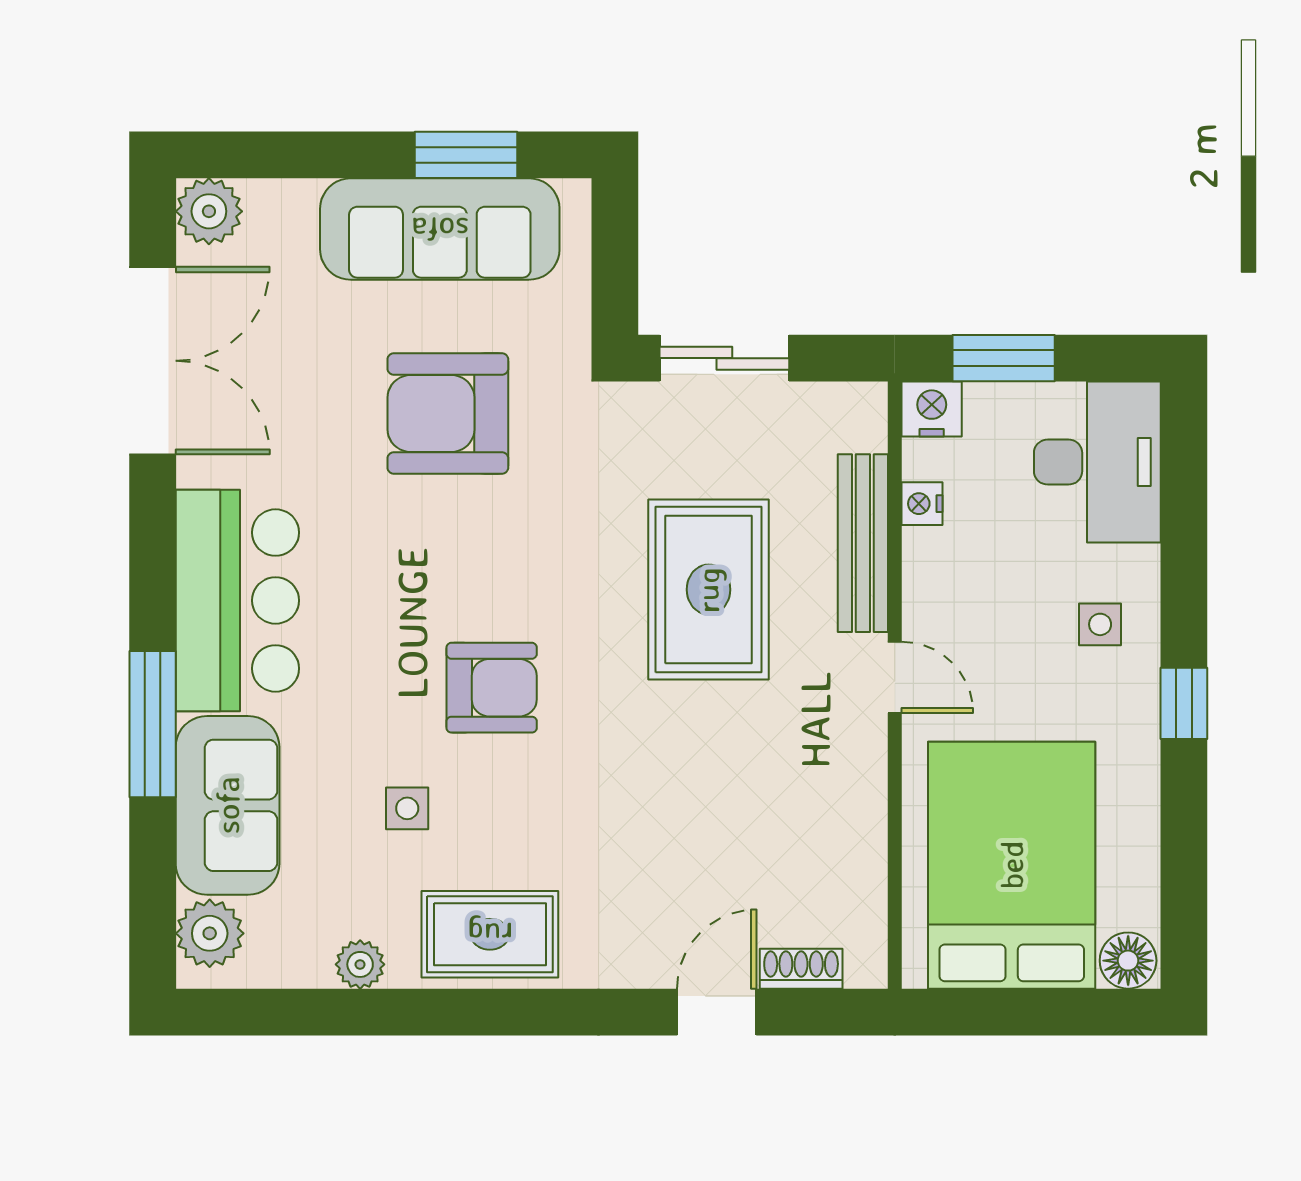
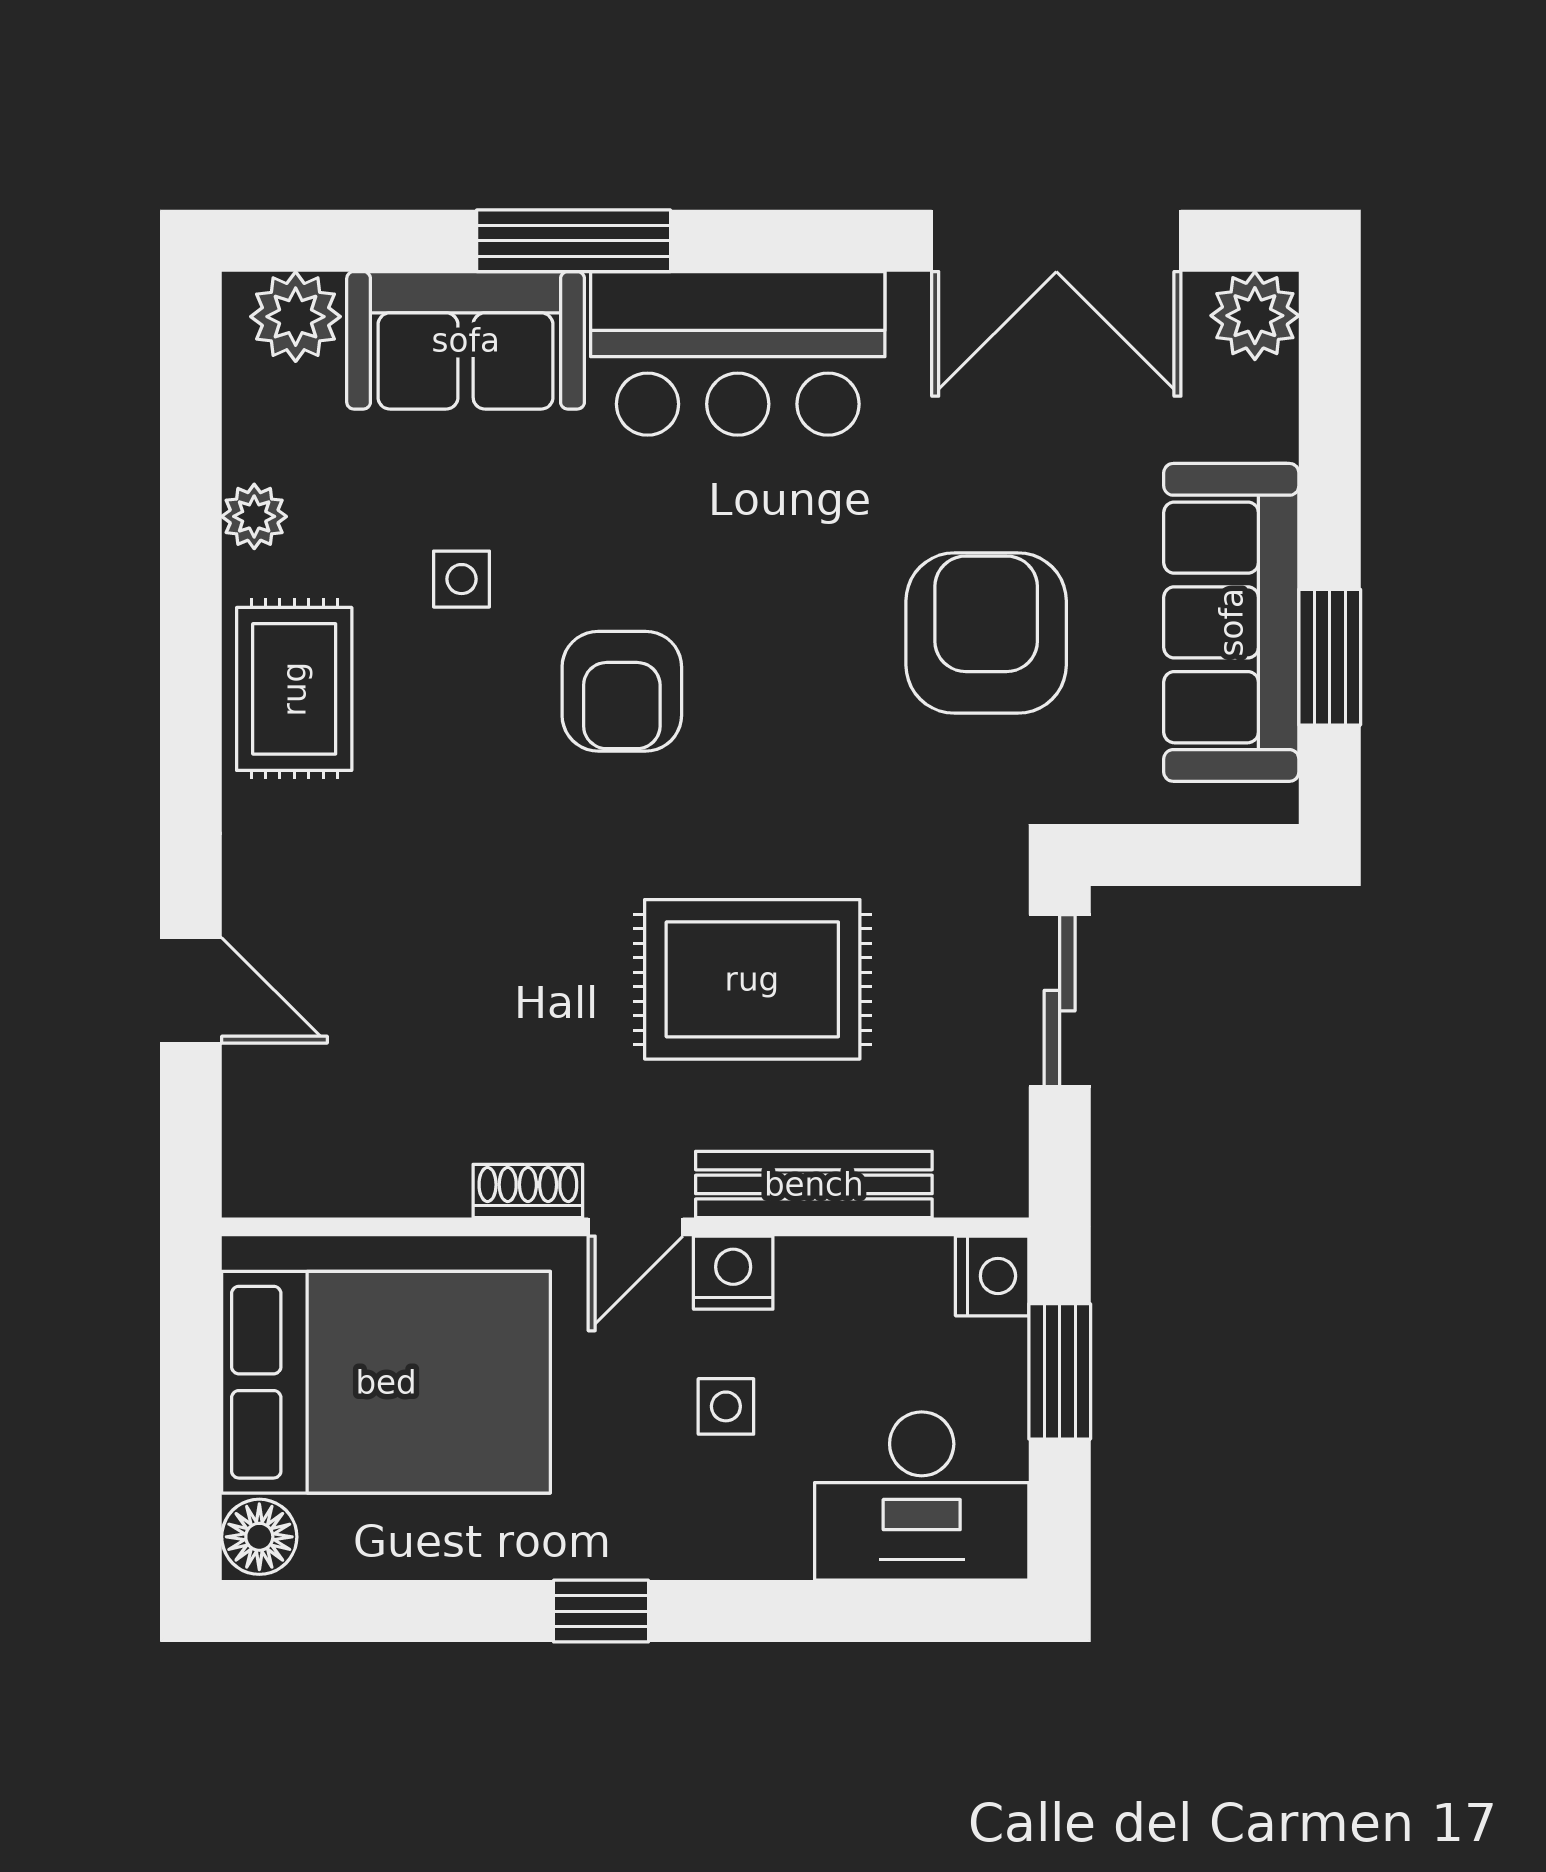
nightstand: (922, 504) -> (733, 1273), moved, width x1.39, depth x1.35
side table: (1100, 624) -> (726, 1406), moved
shoe rack: (801, 969) -> (528, 1191), moved, turned -90

